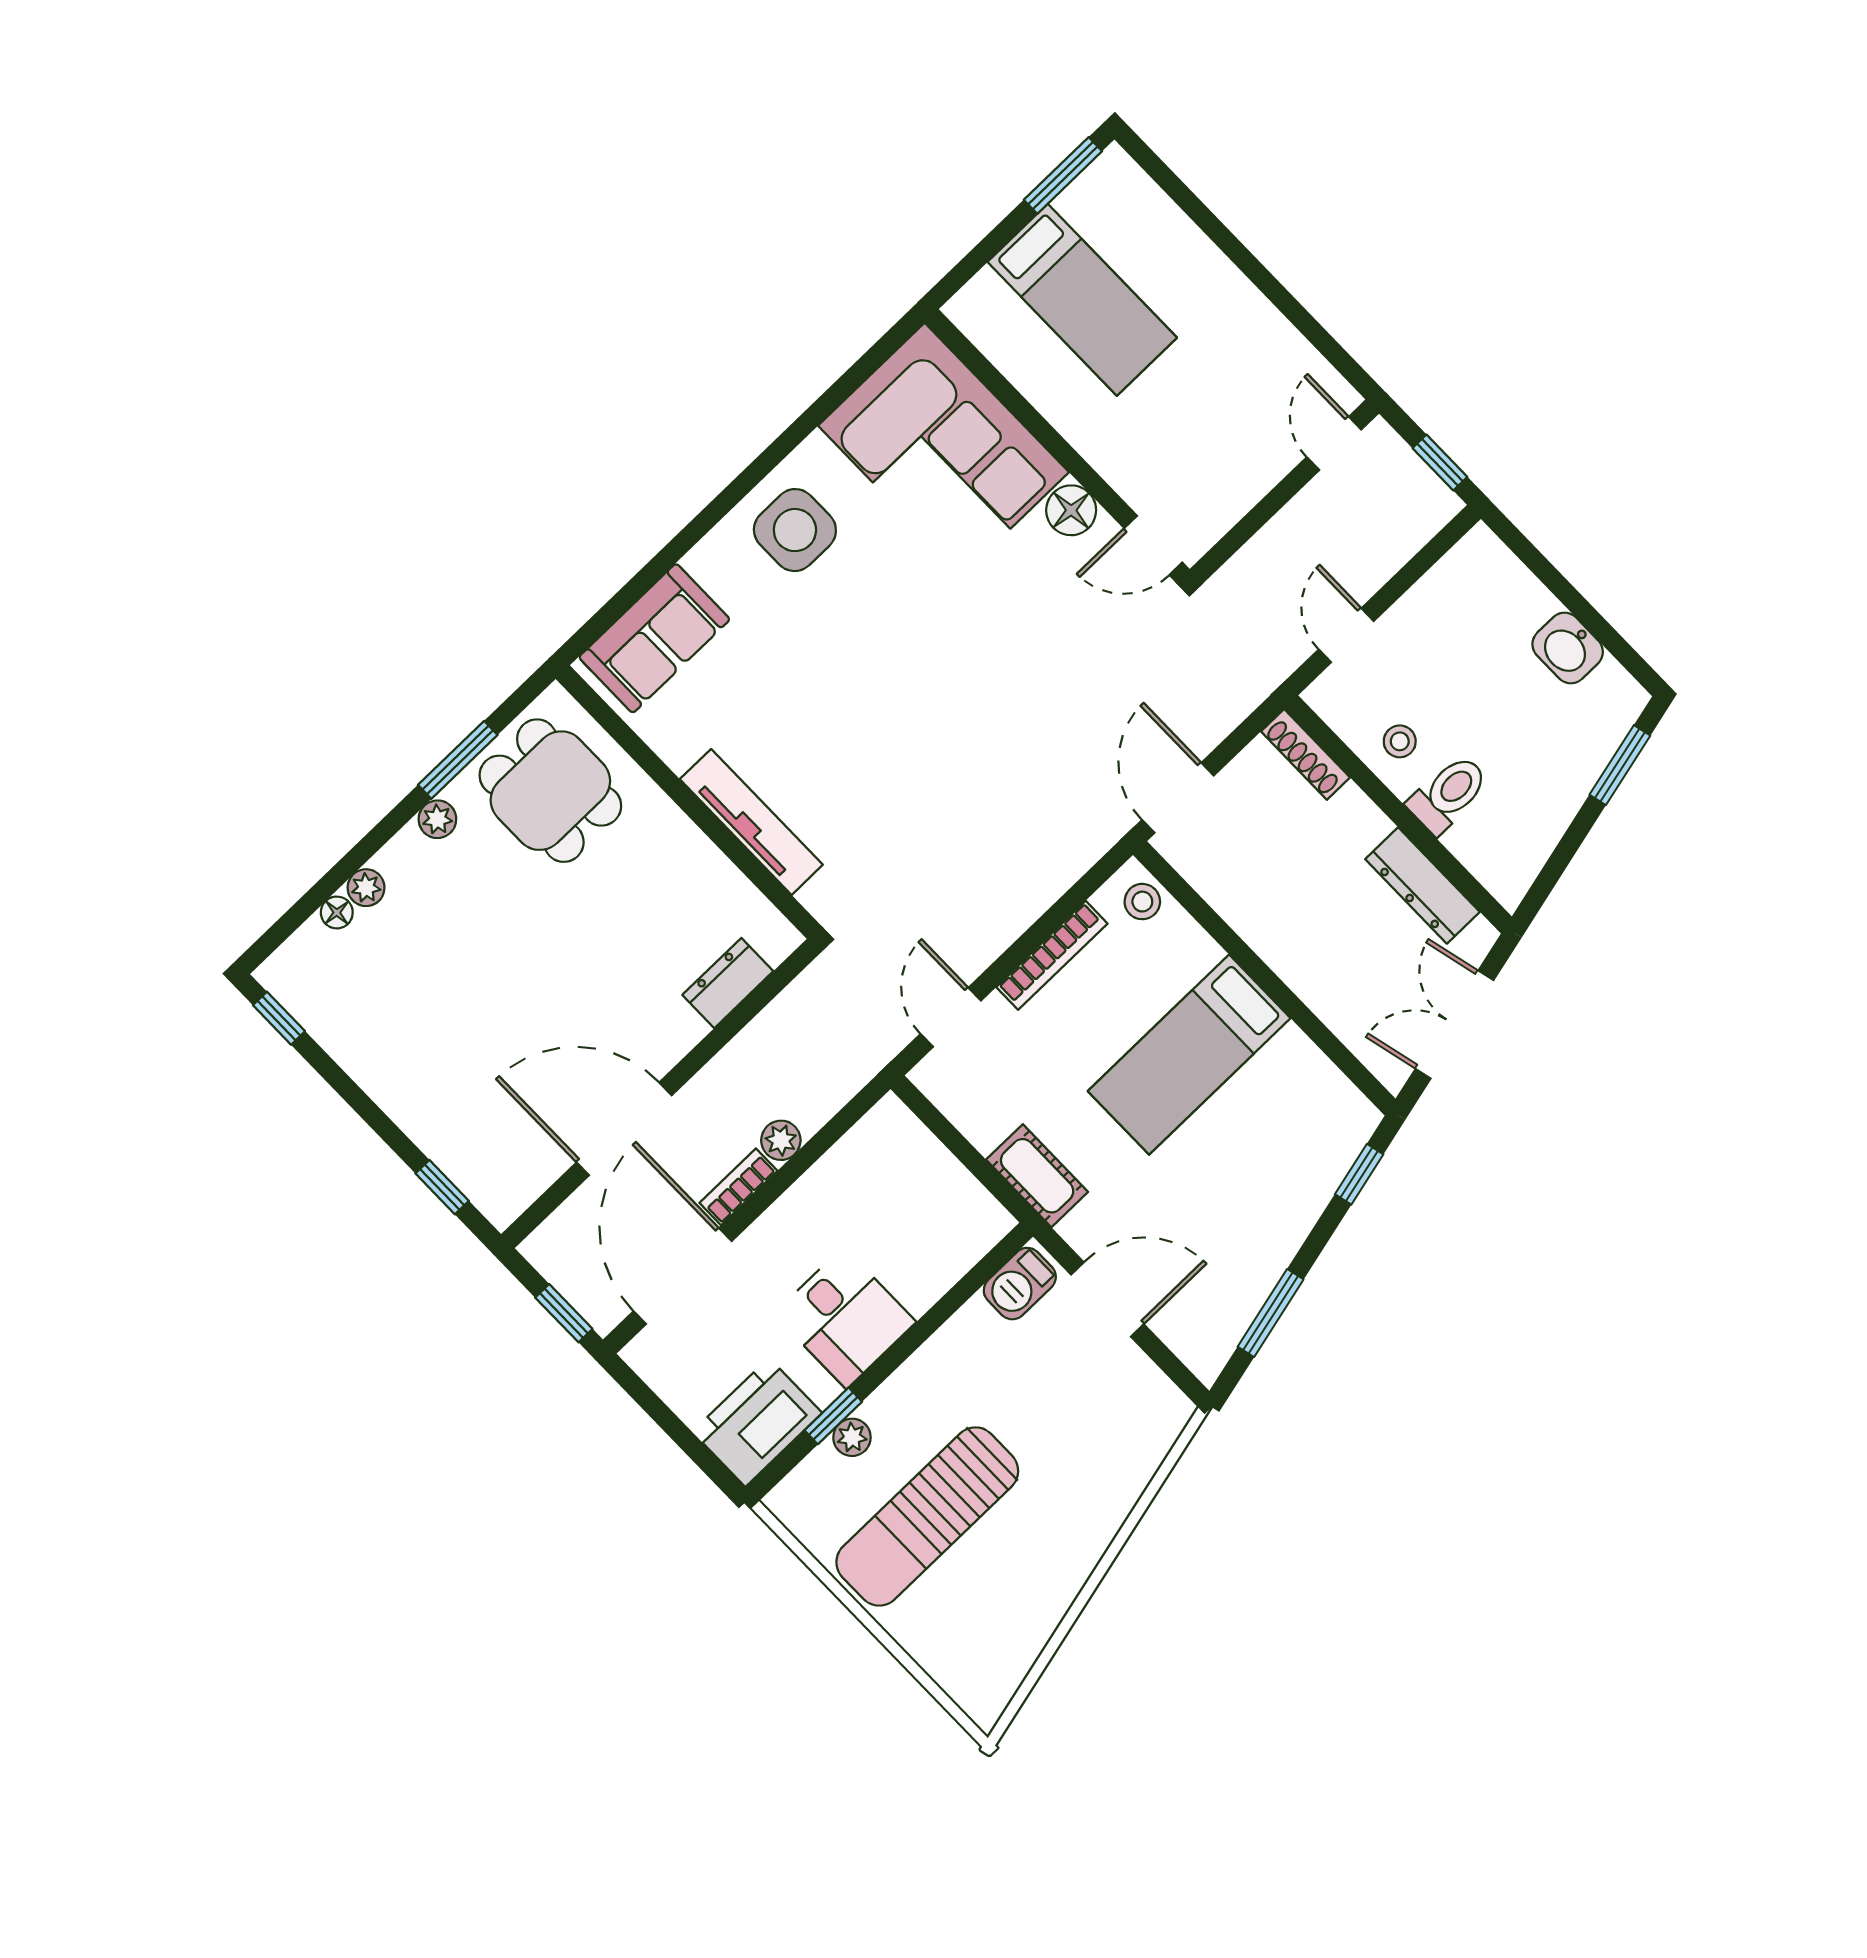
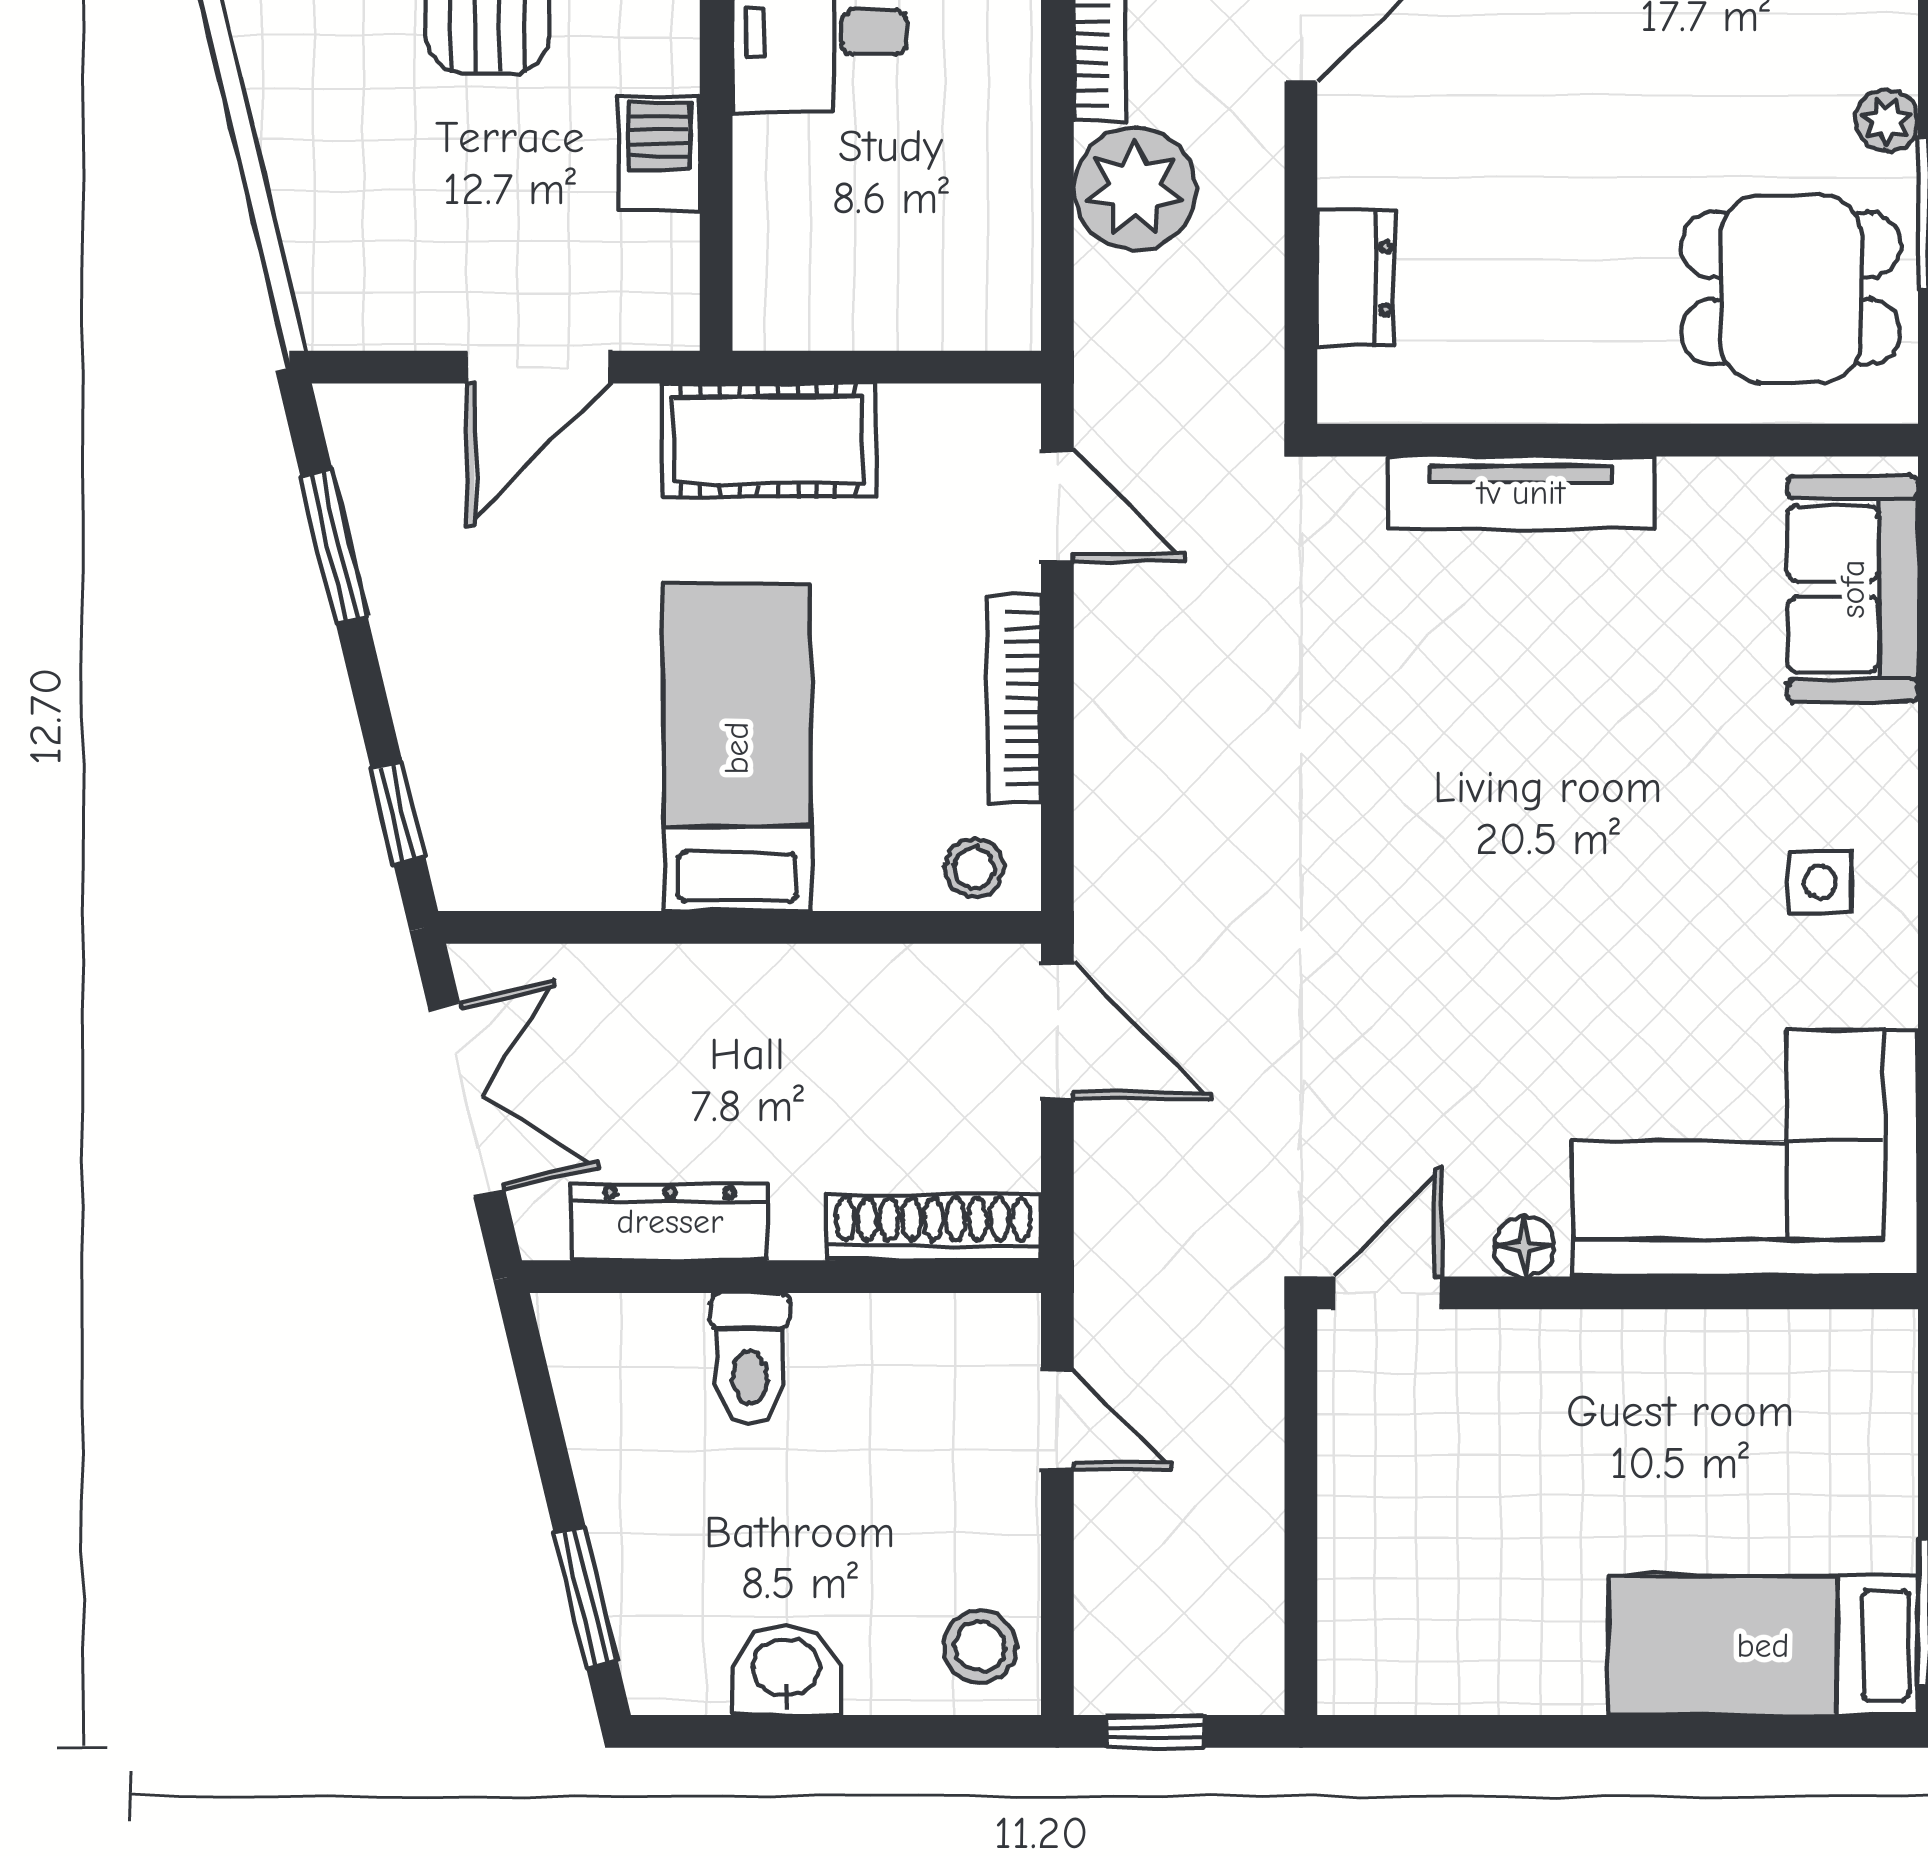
bed: (1082, 300) -> (1763, 1646), moved
door: (1334, 443) -> (1301, 1627), removed
floor lamp: (1071, 510) -> (1525, 1246), width x0.73, depth x0.73
side table: (795, 530) -> (1820, 882), width x0.54, depth x0.54
stool: (1400, 741) -> (980, 1646), moved, width x1.37, depth x1.37
shoe rack: (1305, 754) -> (933, 1227), width x1.36, depth x1.24
plant: (781, 1140) -> (1135, 189), width x1.88, depth x1.88
cot: (1037, 1176) -> (768, 440), width x1.37, depth x1.34
barbecue: (1020, 1284) -> (659, 154), moved

